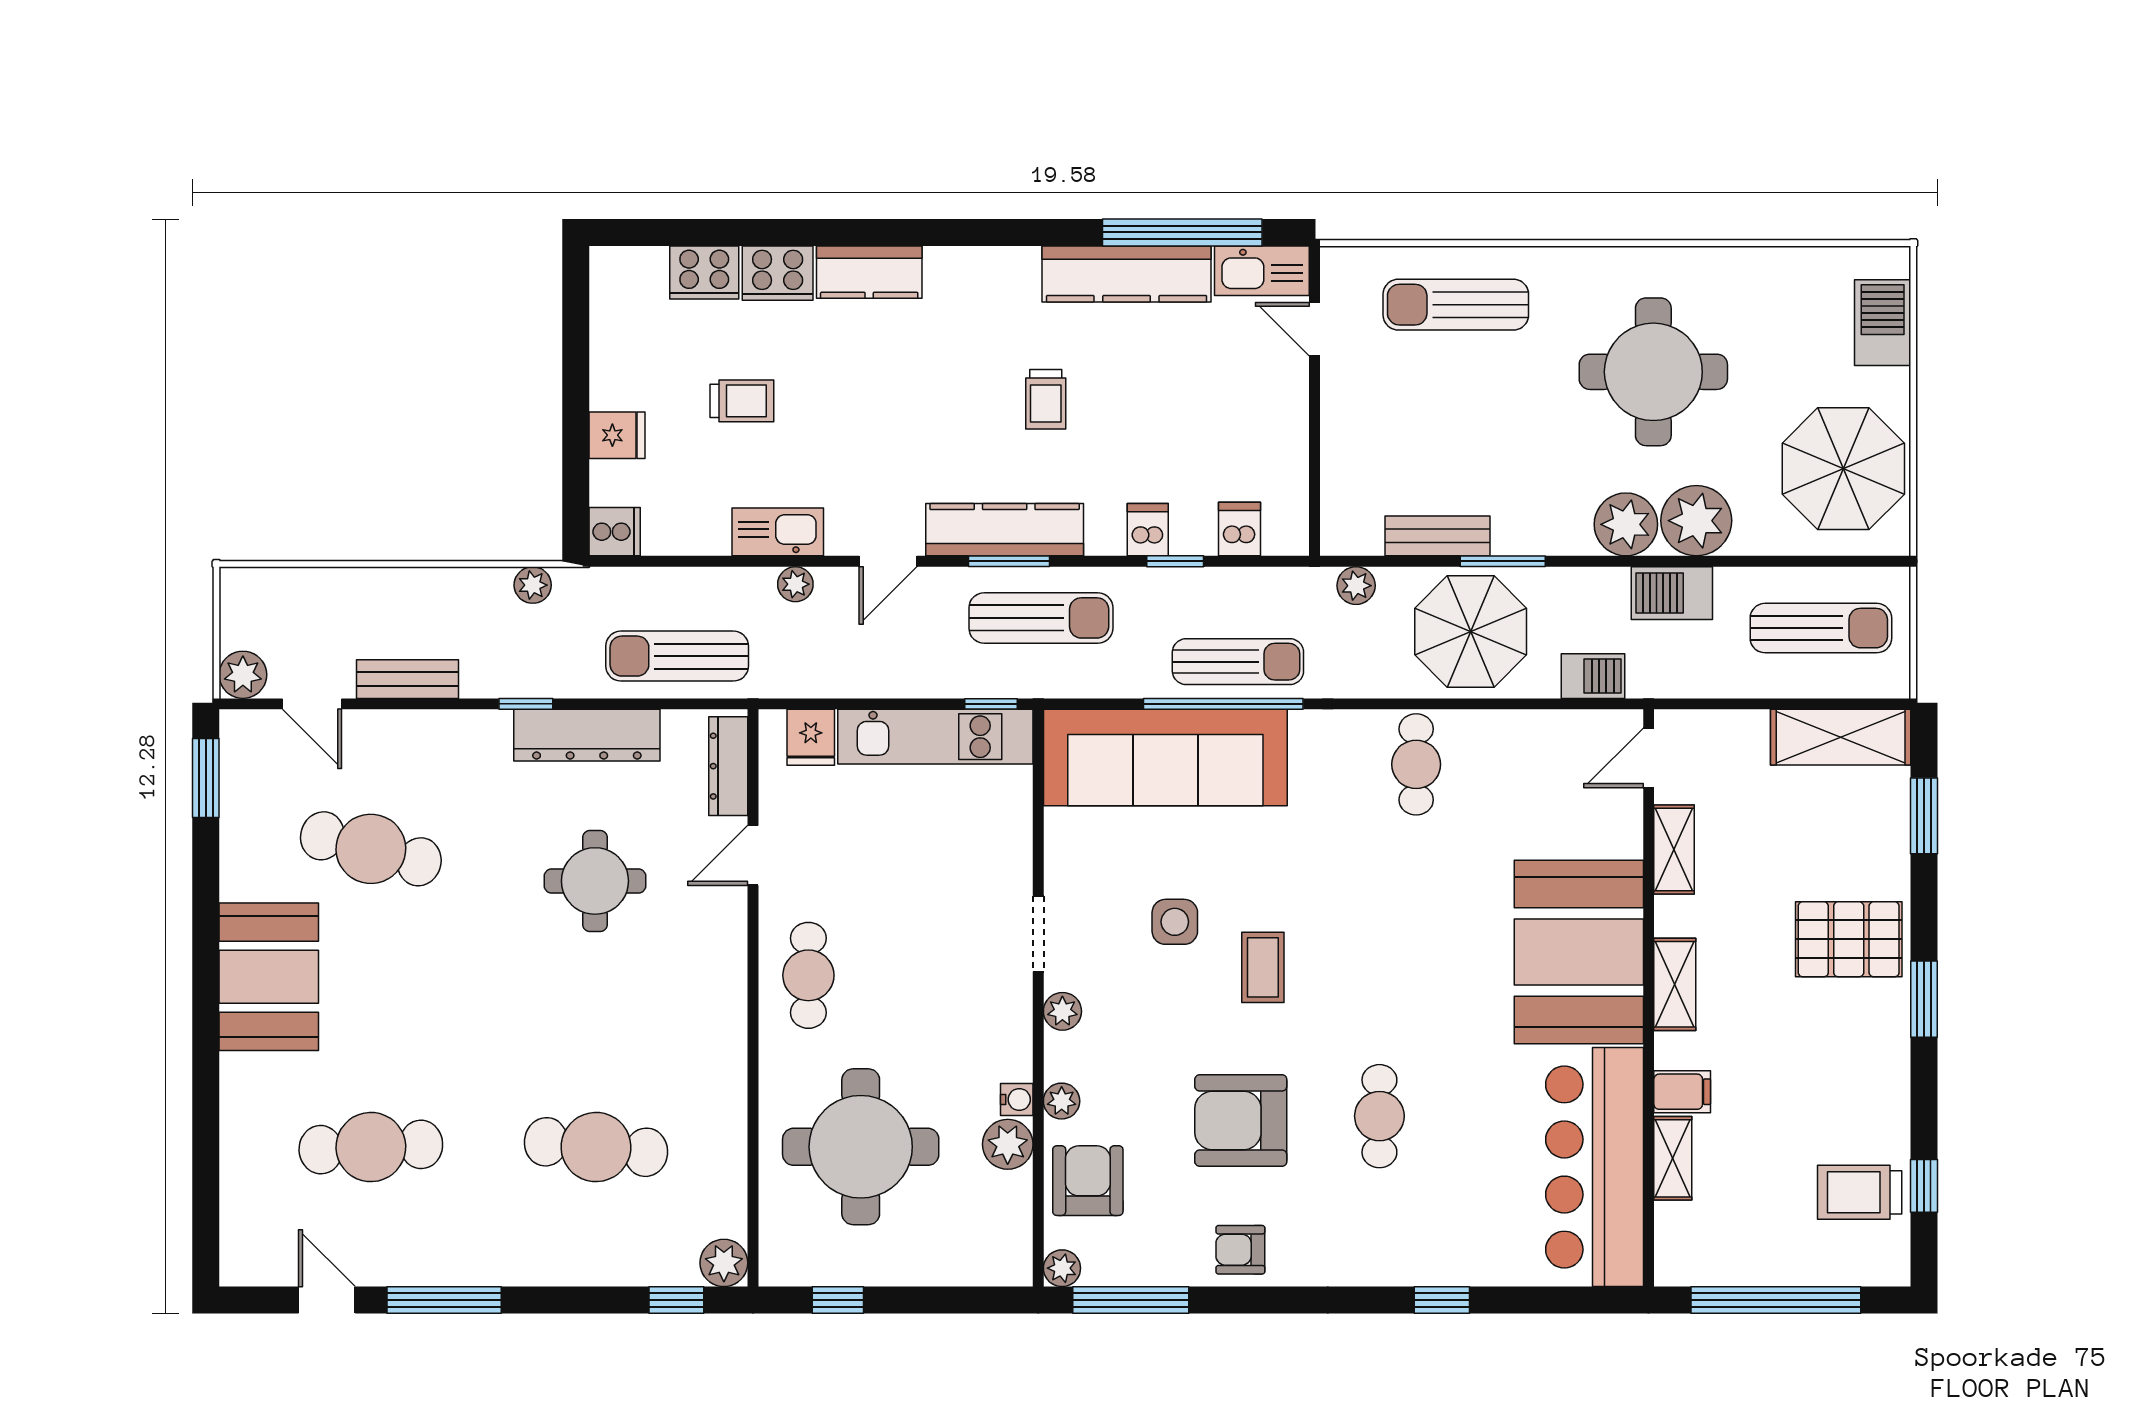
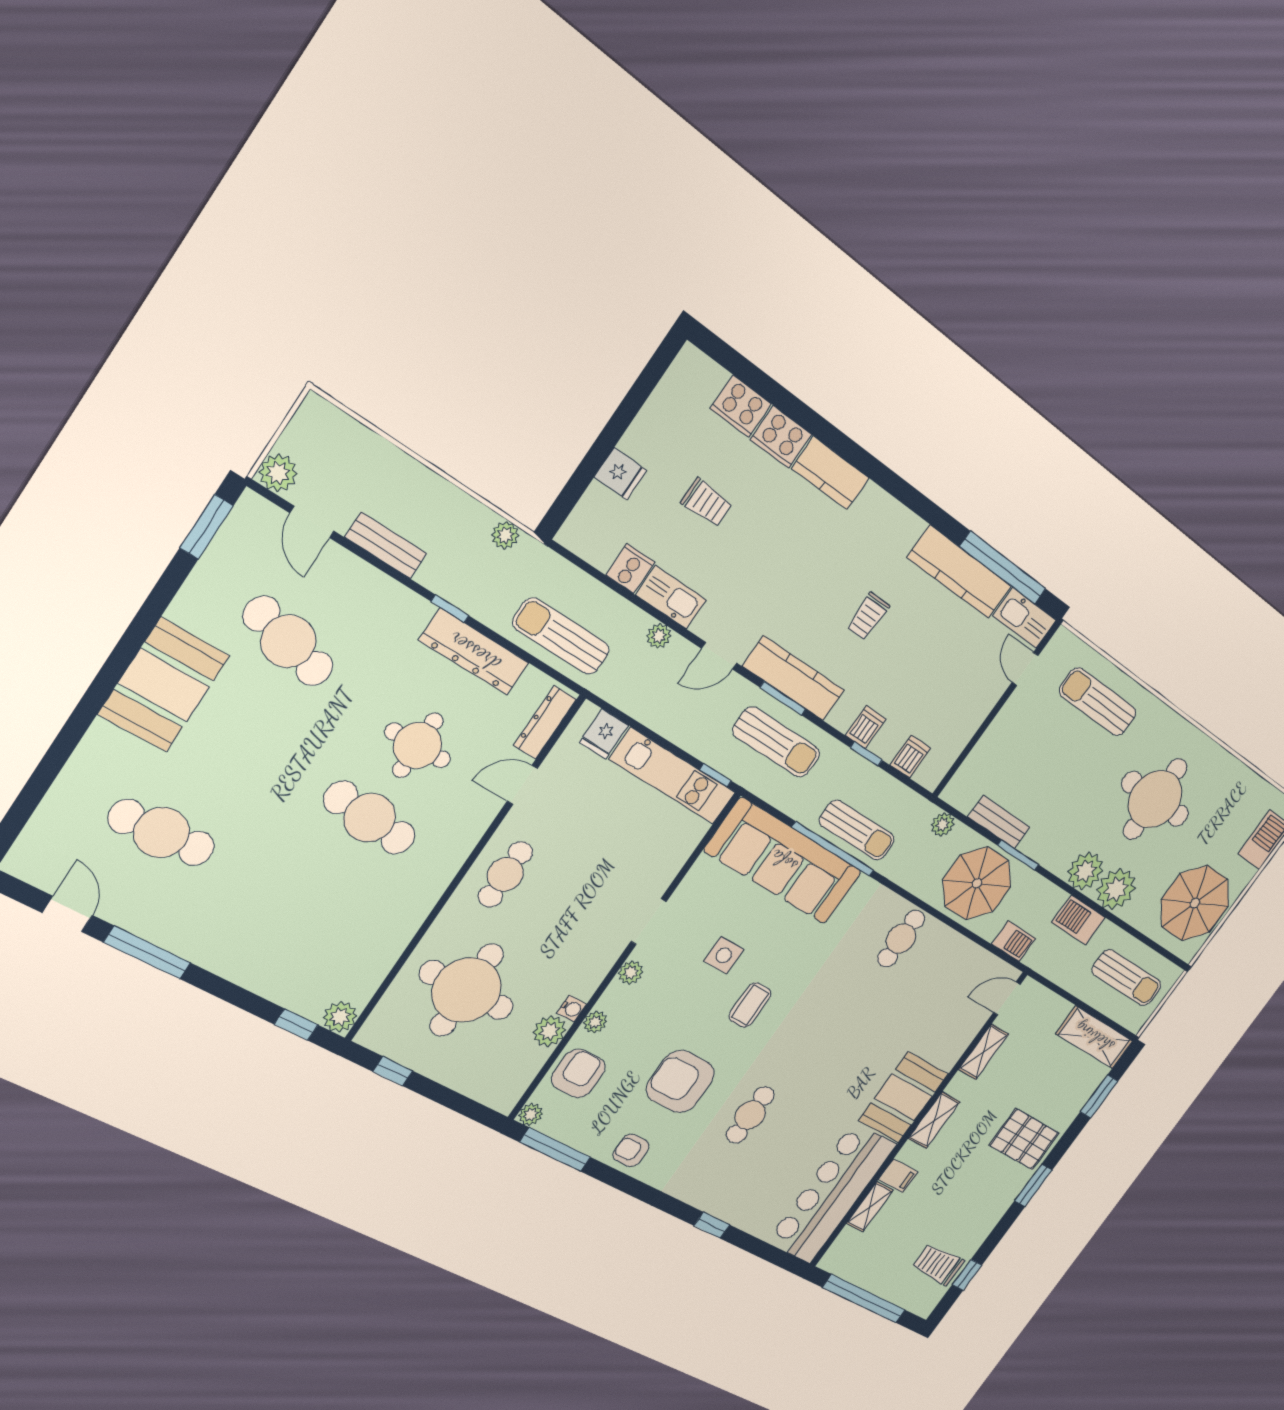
cooker: (615, 532) -> (630, 569), moved, turned -90
booth: (1579, 952) -> (903, 1097), width x0.73, depth x0.70
cafe table: (596, 1147) -> (370, 818), moved

